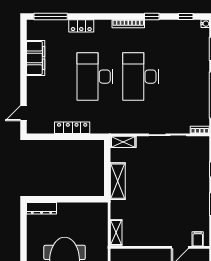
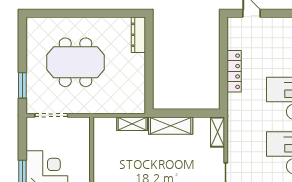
shelving: (116, 232) -> (132, 124), moved

